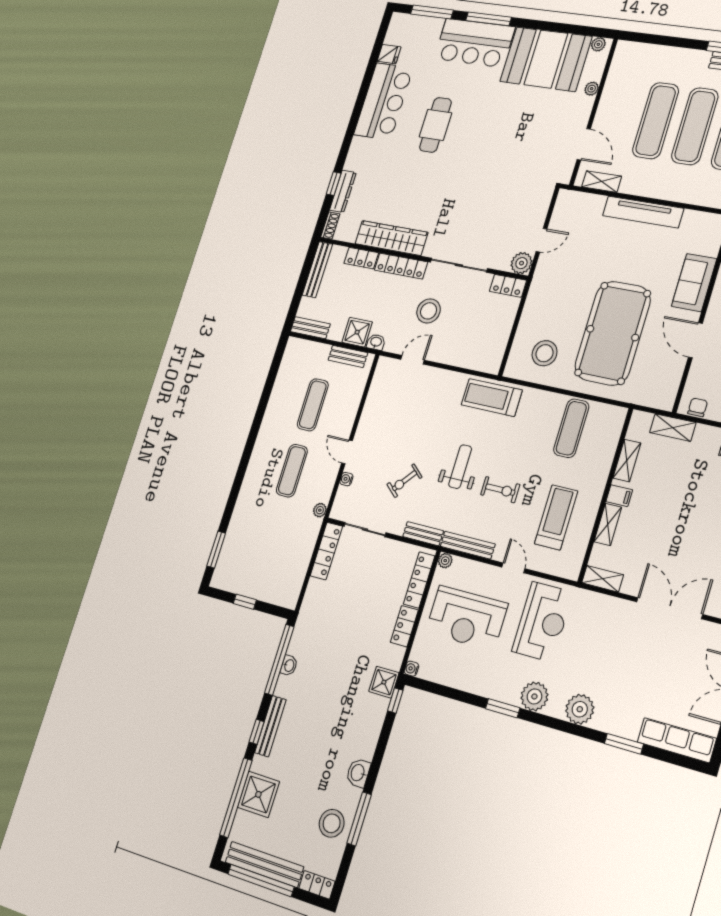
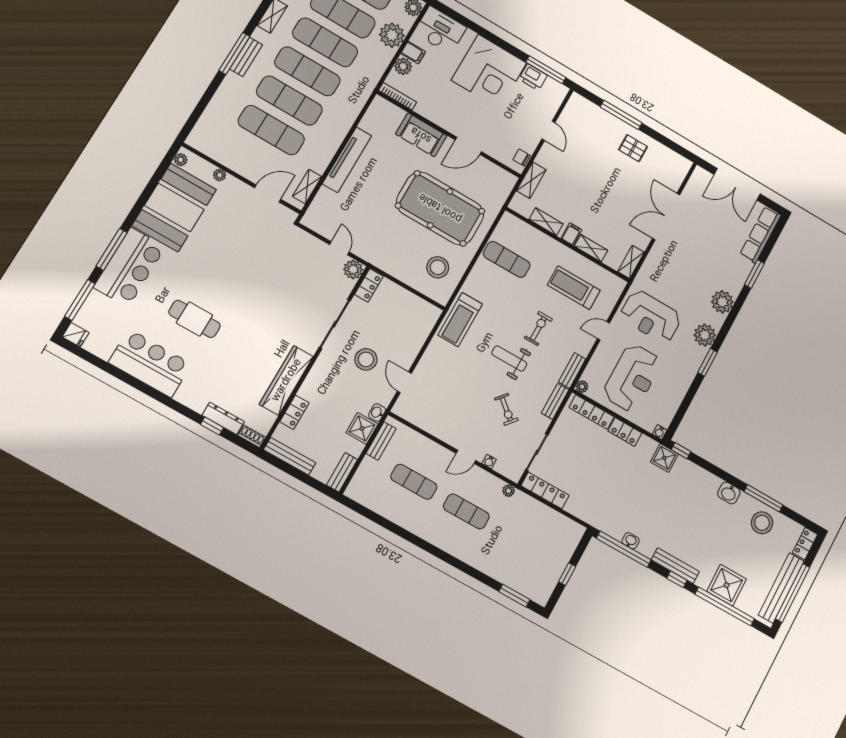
fridge: (389, 54) -> (76, 335), moved, turned 90
locker: (401, 266) -> (316, 376), removed
bench: (468, 545) -> (572, 370), width x0.73
reception desk: (542, 622) -> (651, 317), turned 180

